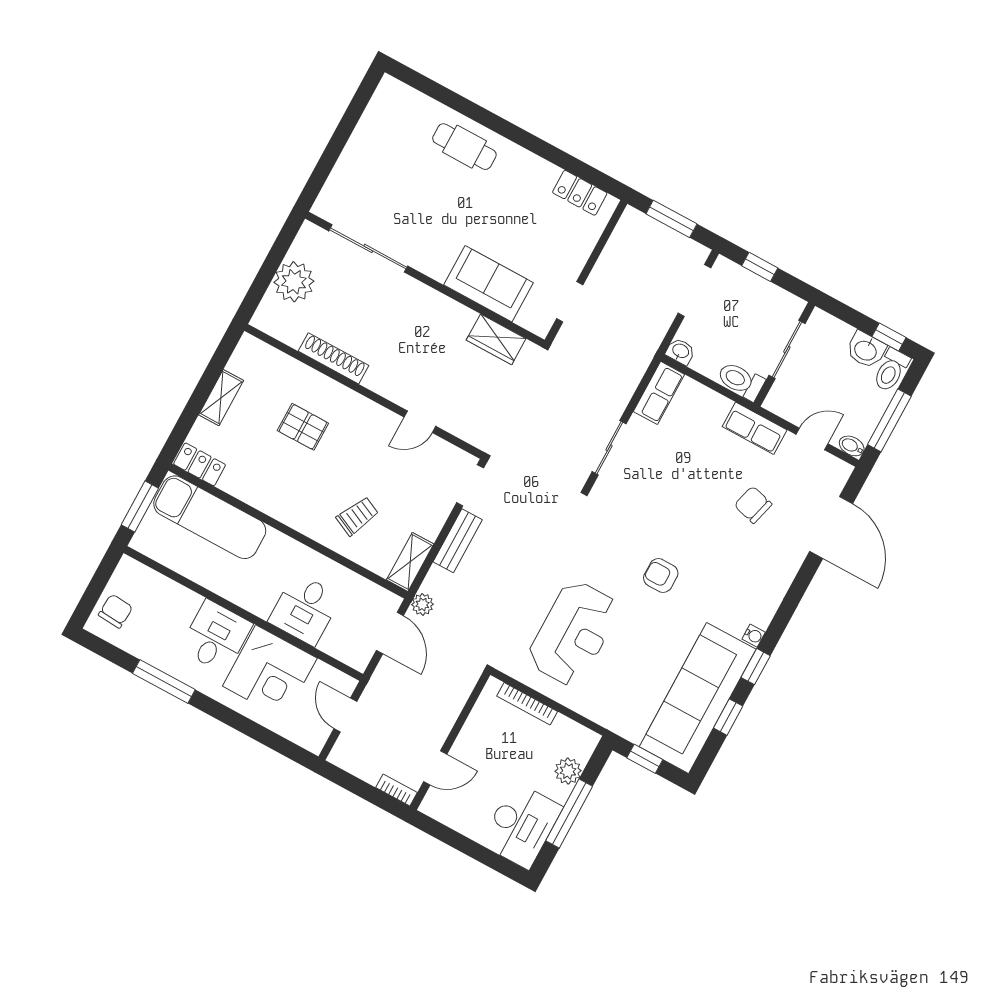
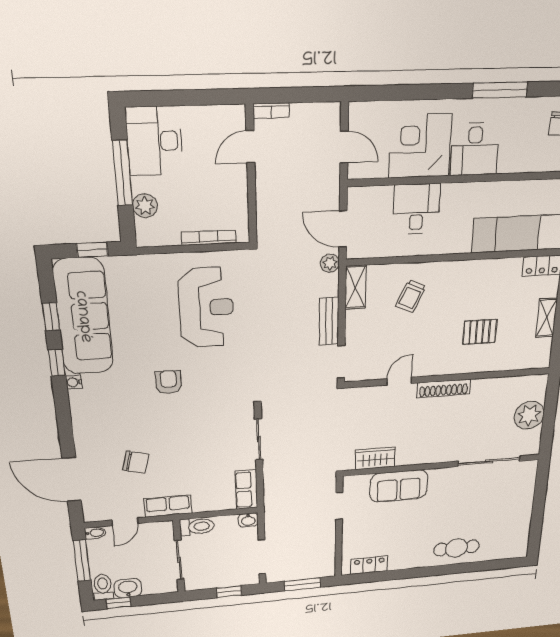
shoe rack: (334, 358) -> (444, 388), moved
armchair: (661, 576) -> (169, 382), turned -90
reception desk: (573, 633) -> (206, 308), turned 180

